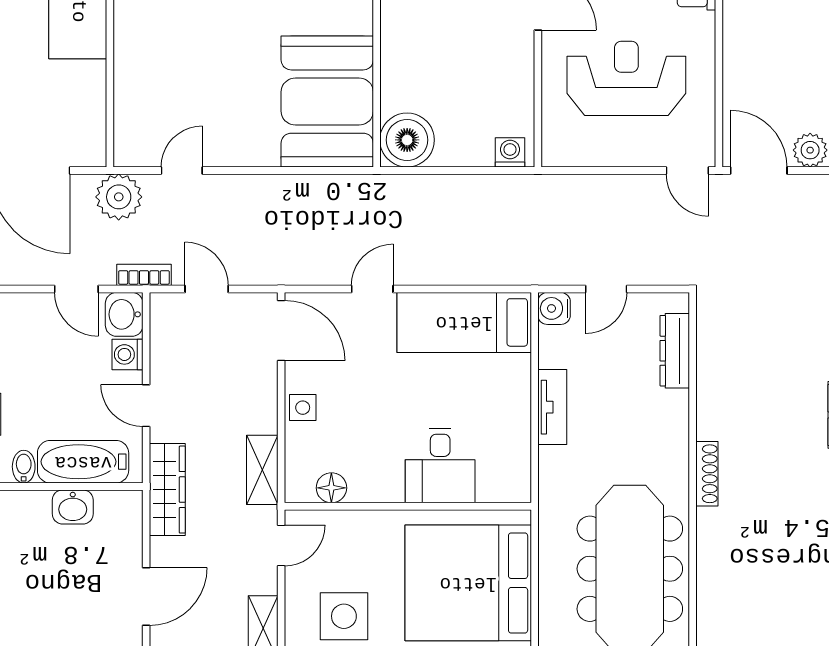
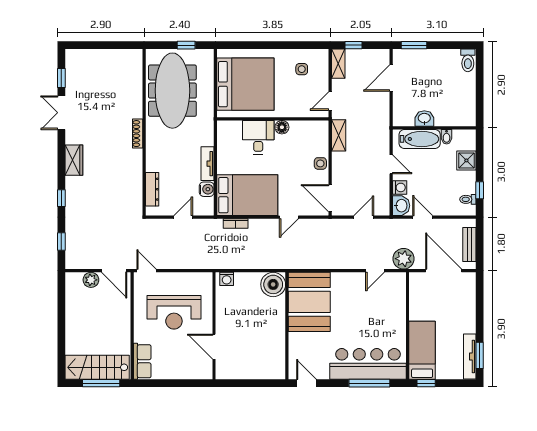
bookcase: (144, 275) -> (236, 223), moved
door: (207, 289) -> (364, 217), swing flipped
water cooler: (554, 308) -> (207, 189), moved
bed: (464, 322) -> (247, 195), width x1.50
floor lamp: (331, 488) -> (282, 127), moved
wardrobe: (167, 490) -> (382, 126), removed
side table: (344, 616) -> (302, 69), width x0.54, depth x0.54

